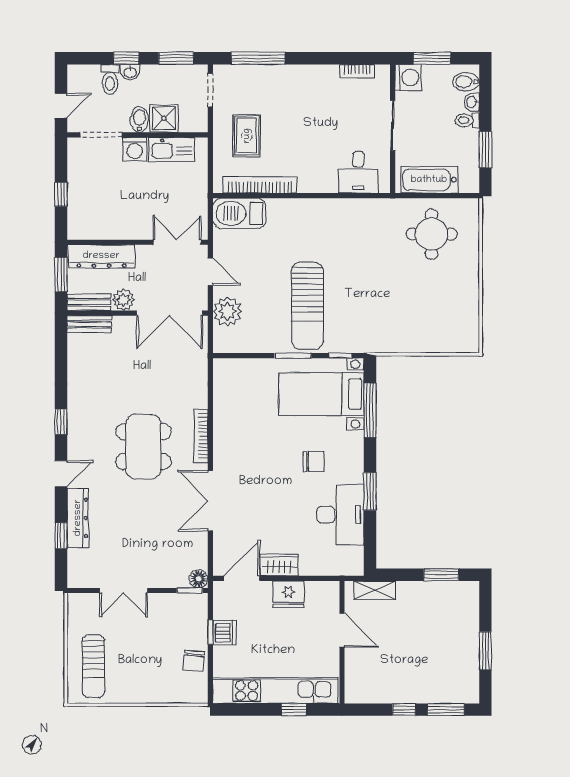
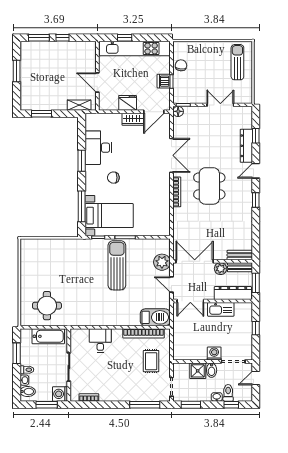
window: (126, 58) -> (231, 405), moved
kitchen sink: (171, 150) -> (221, 309), moved, turned 180
desk: (358, 172) -> (100, 341), moved

